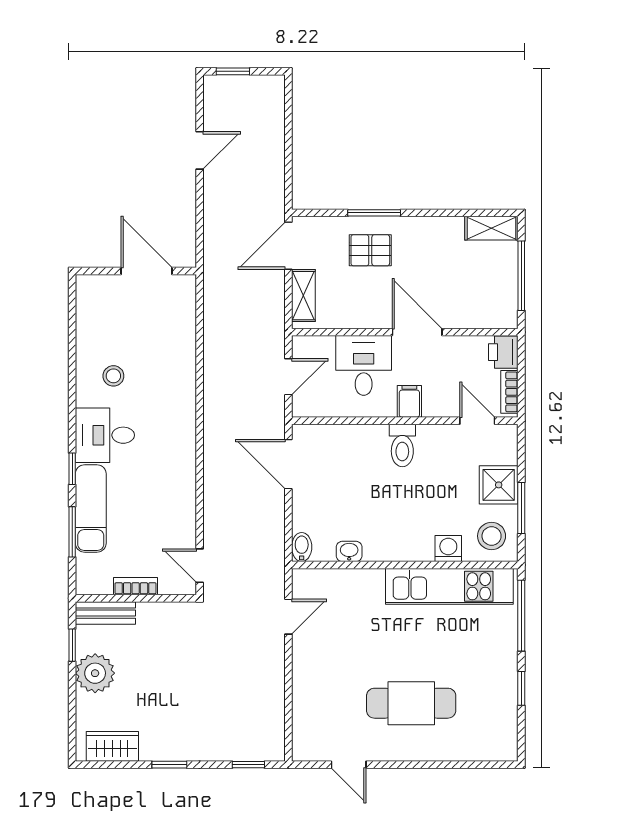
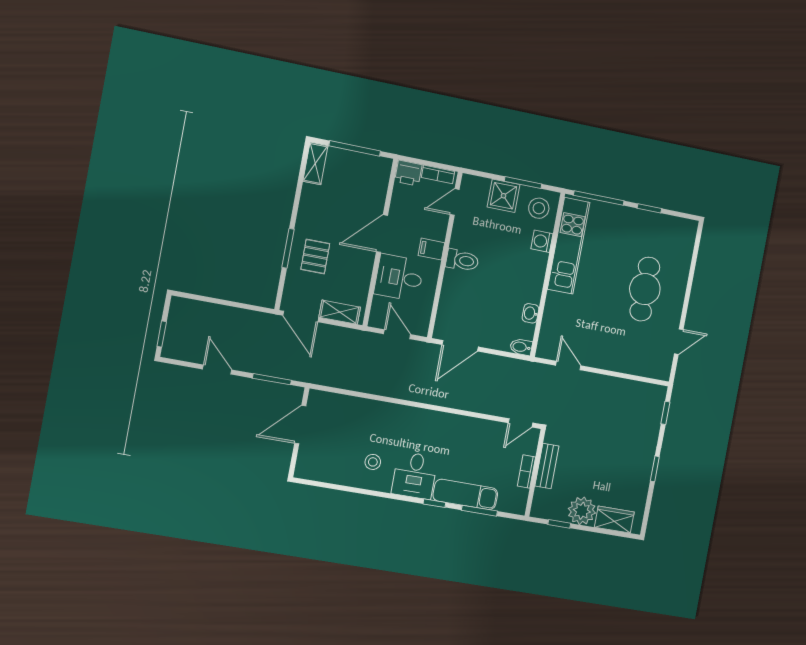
window: (200, 223) -> (272, 379), added
bench: (105, 613) -> (547, 466), moved
wardrobe: (112, 746) -> (614, 520), moved, turned 90

